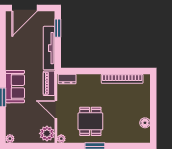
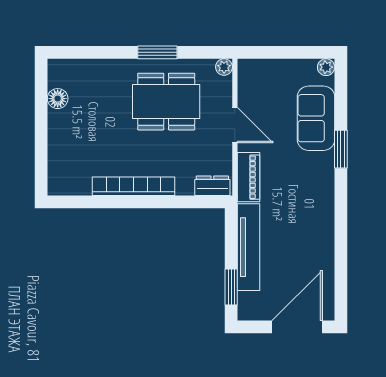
bookcase: (122, 79) -> (133, 186), moved
sofa: (15, 87) -> (316, 118), moved
dining table: (90, 121) -> (166, 102), width x1.38
plant: (47, 133) -> (253, 77), removed

